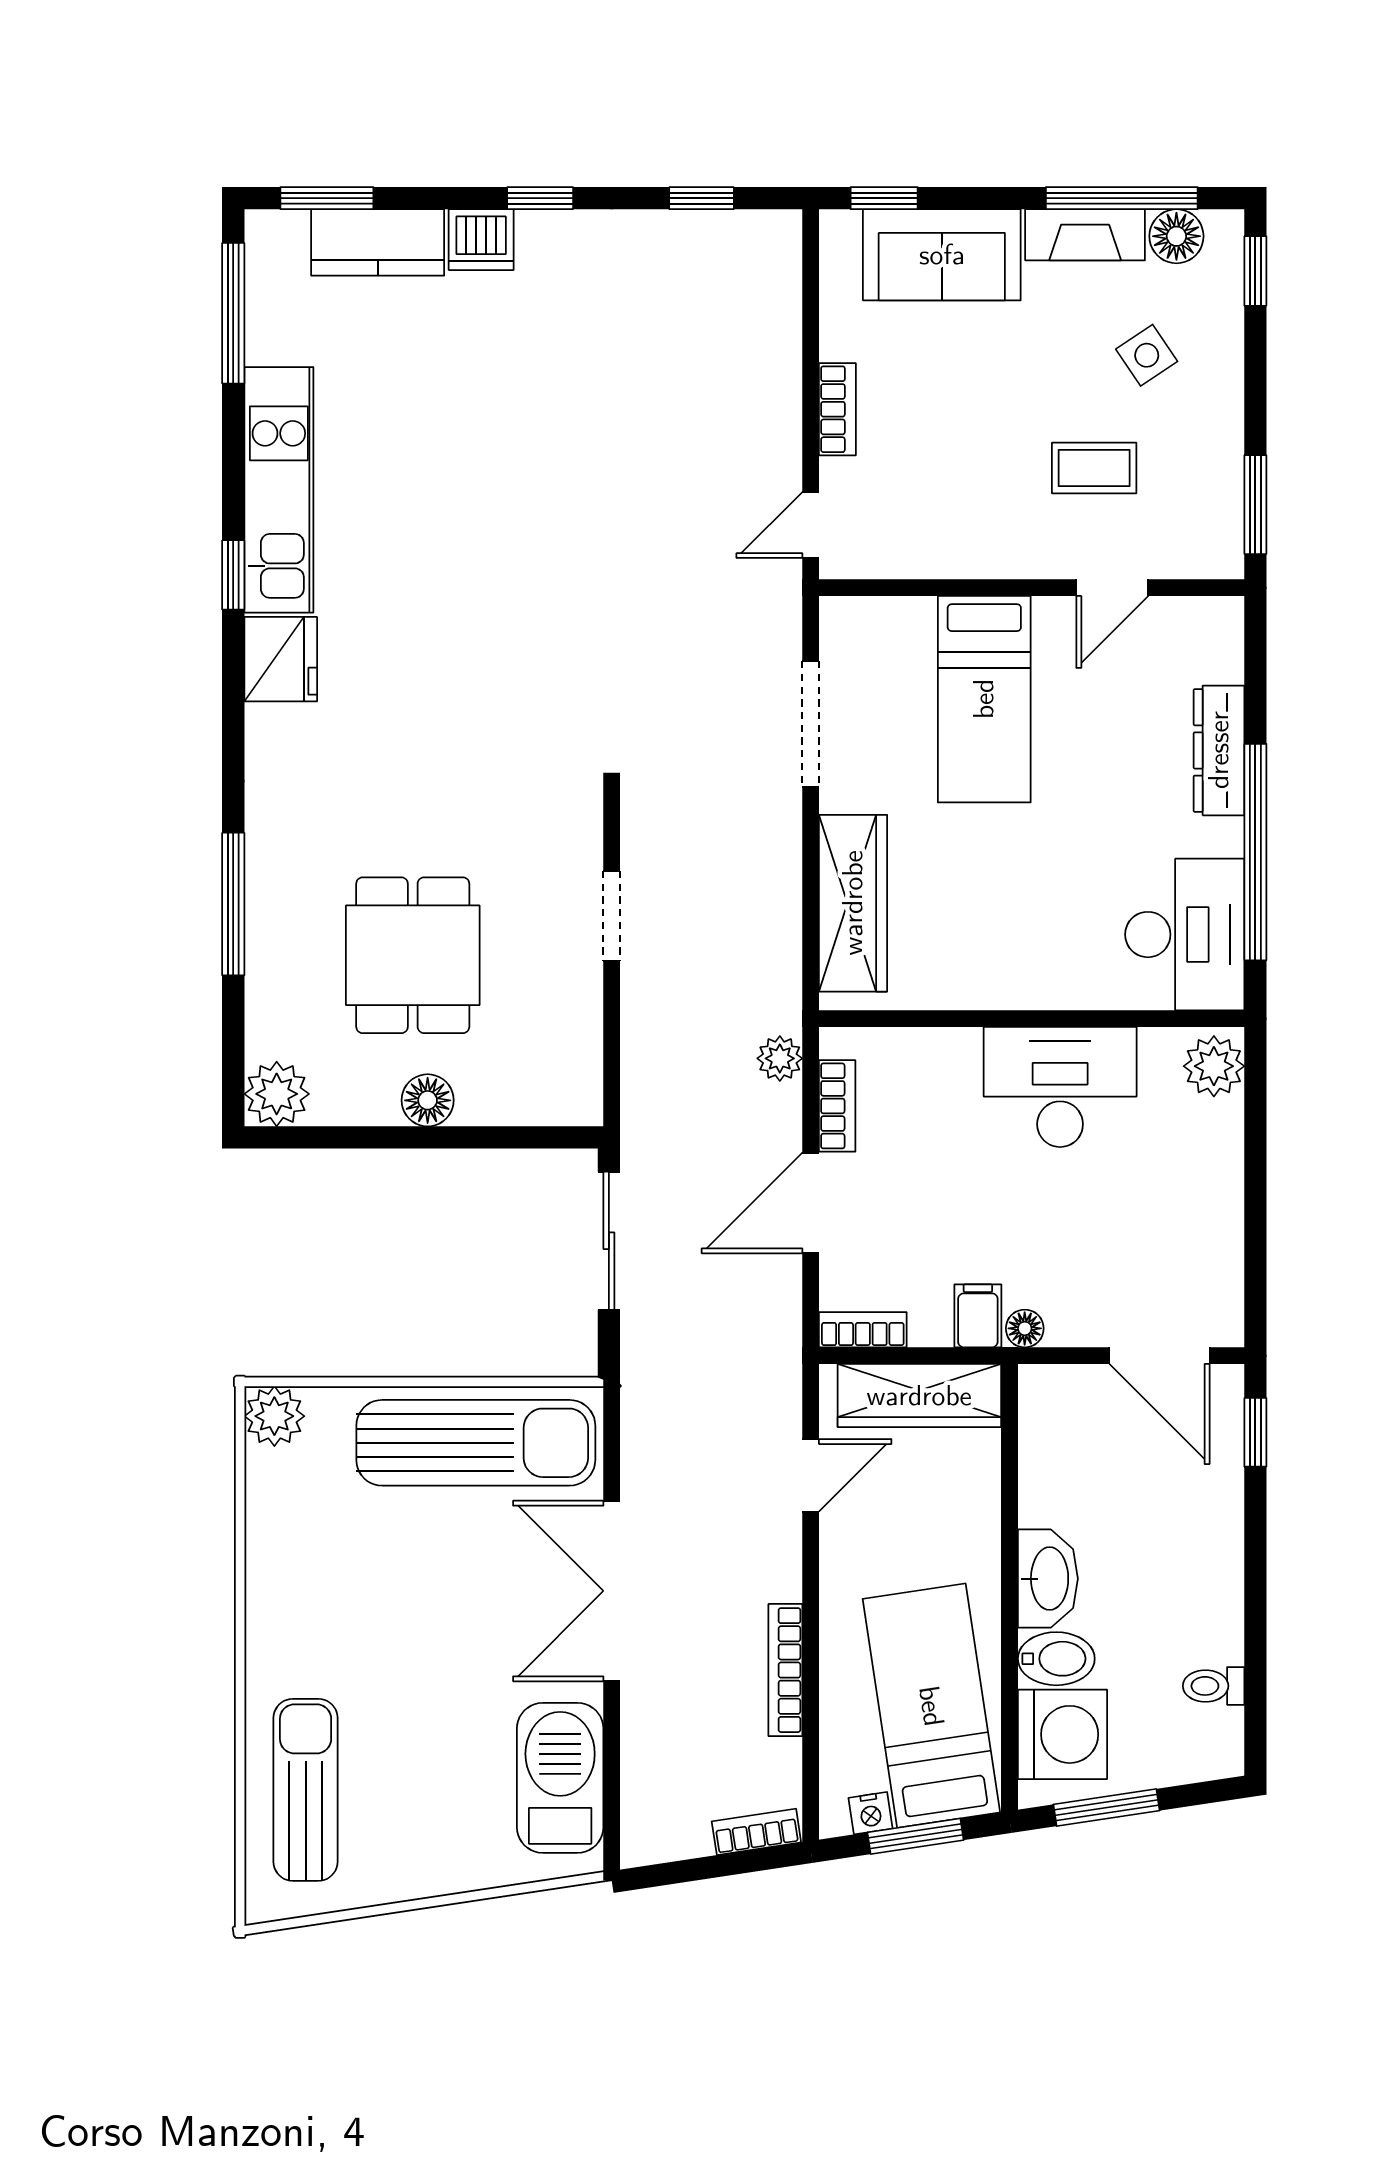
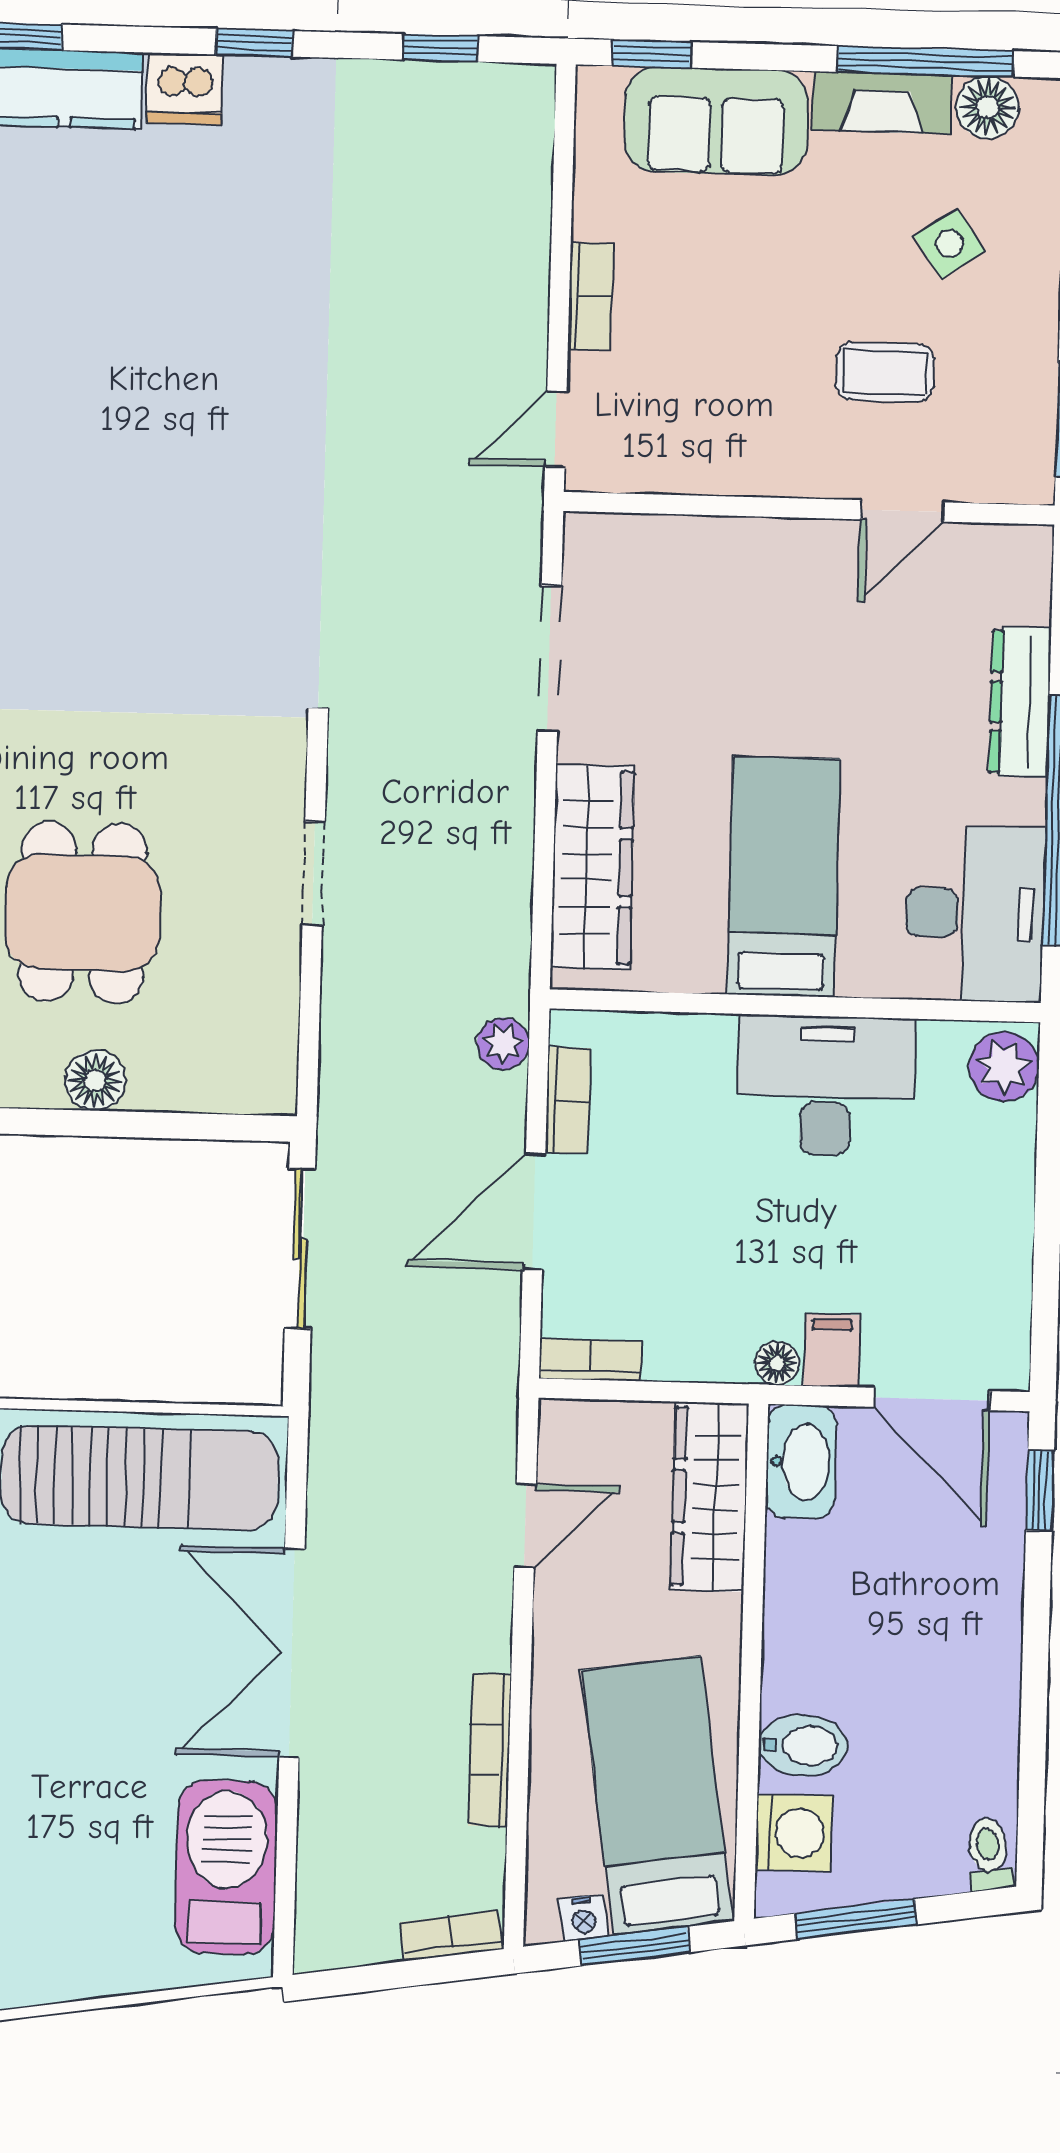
bed: (984, 699) -> (783, 877), moved, turned 180
filing cabinet: (978, 1316) -> (832, 1350), moved
wardrobe: (919, 1396) -> (710, 1497), moved, turned 90
washbasin: (1048, 1579) -> (801, 1462), moved
toilet: (1214, 1686) -> (989, 1854), moved, turned 81
washing machine: (1062, 1734) -> (794, 1833), width x0.73, depth x0.73

